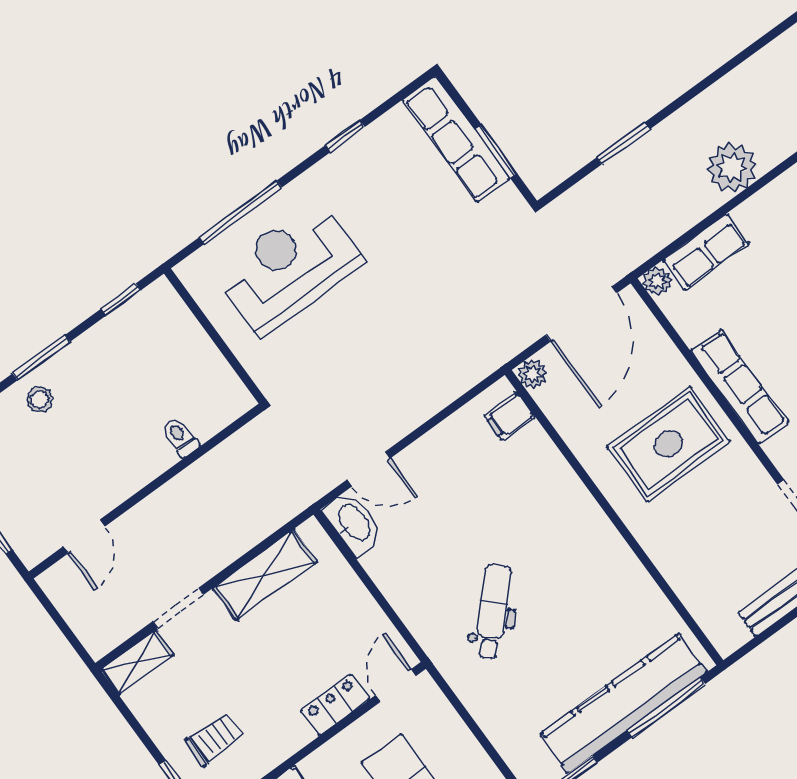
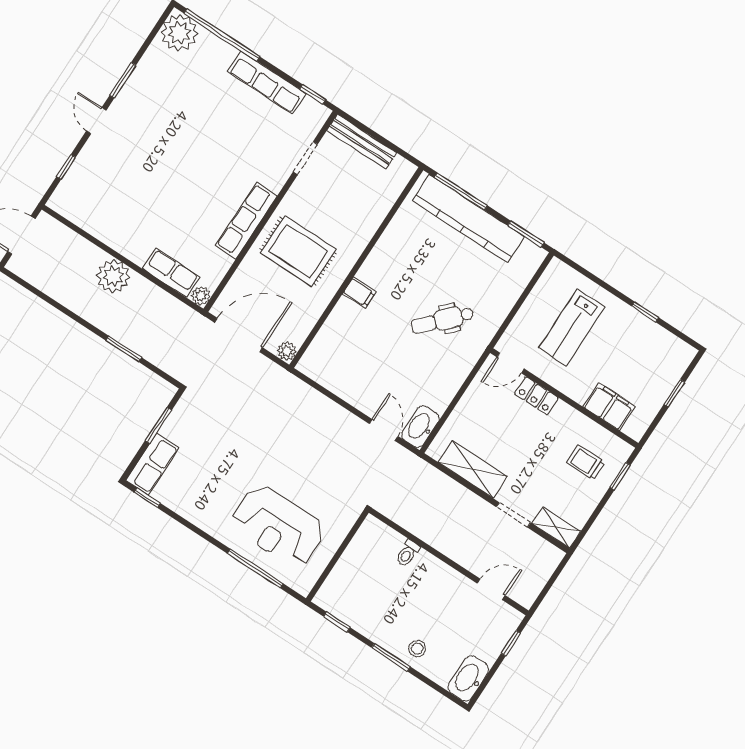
window: (345, 136) -> (147, 498), moved
row of seats: (456, 139) -> (153, 464), width x0.68
filing cabinet: (509, 416) -> (359, 293), moved

